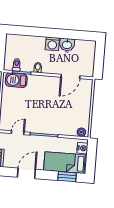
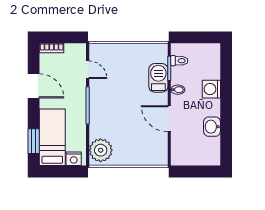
washing machine: (52, 44) -> (211, 89), moved
door: (70, 76) -> (169, 119), moved
barbecue: (16, 80) -> (158, 78), moved
plant: (81, 132) -> (101, 150), width x1.88, depth x1.88

